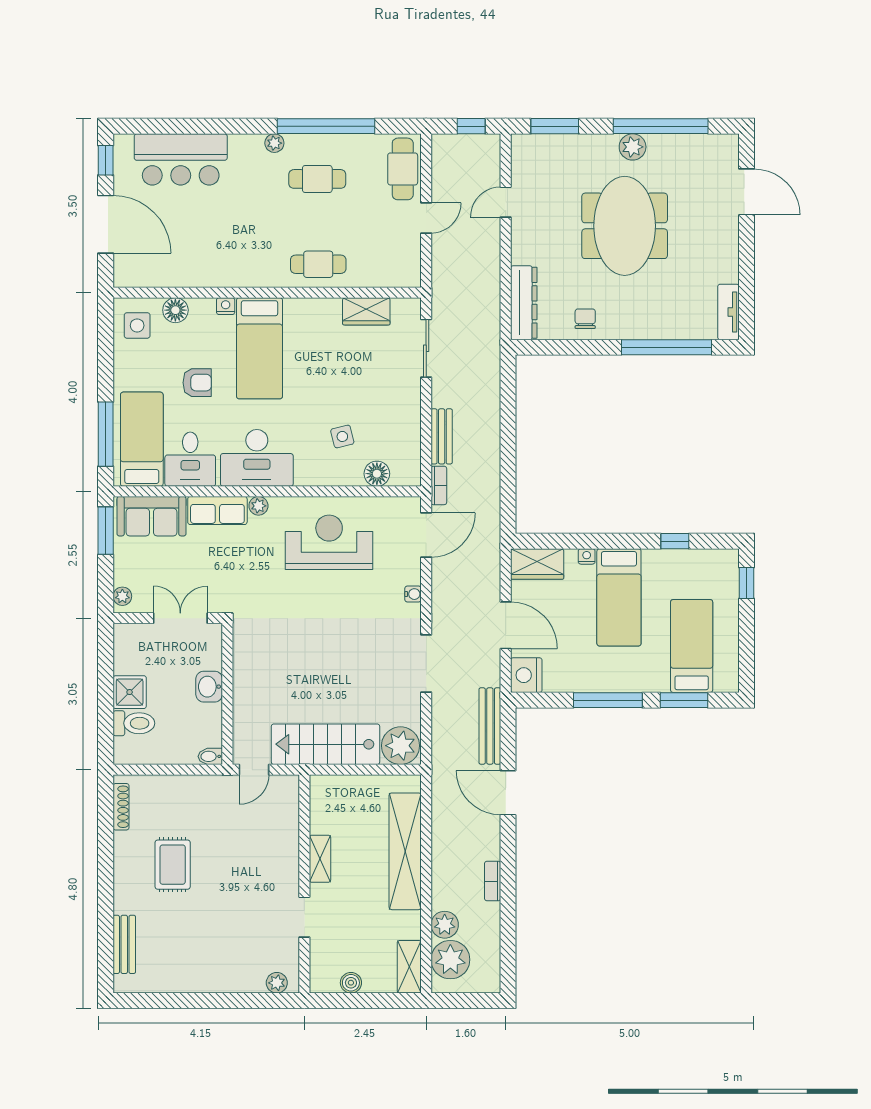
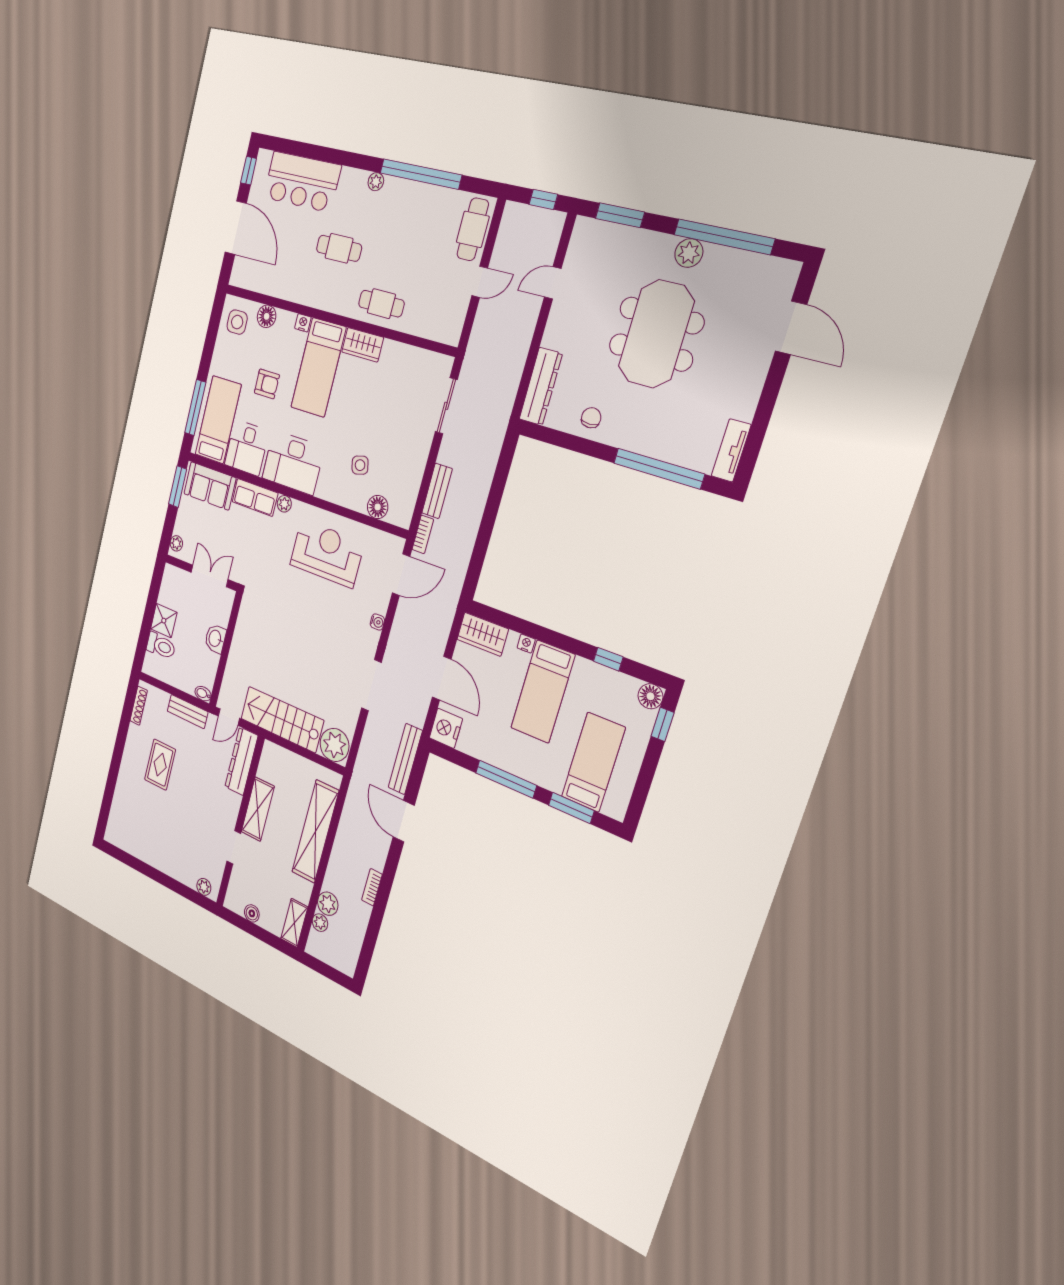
cafe table: (317, 179) -> (339, 248), moved
wardrobe: (366, 311) -> (363, 345), moved
floor lamp: (727, 561) -> (650, 696), added
dresser: (286, 813) -> (241, 761), added
shelving: (320, 859) -> (258, 809), width x1.50, depth x1.33
bench: (124, 944) -> (188, 712), moved, turned 90
plant: (450, 960) -> (320, 923), width x0.53, depth x0.53

